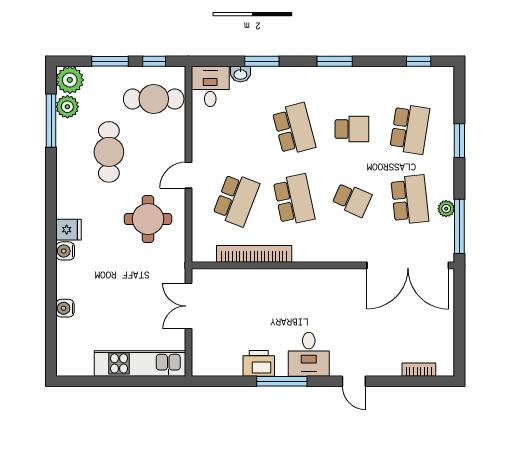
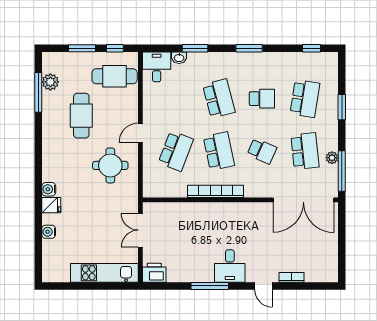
plant: (70, 80) -> (52, 62), removed
fridge: (69, 230) -> (51, 205), moved
bookcase: (254, 254) -> (216, 191), moved
printer: (259, 363) -> (154, 273), moved
bookcase: (419, 370) -> (291, 277), moved

